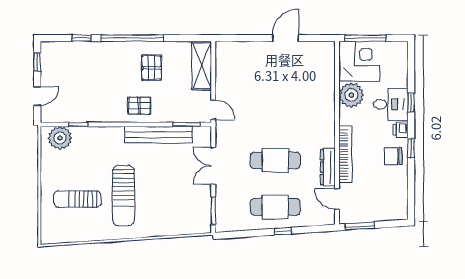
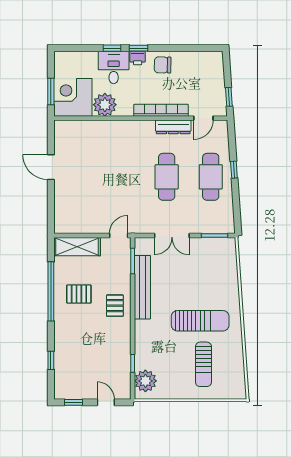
window: (132, 38) -> (51, 291), moved
window: (365, 38) -> (51, 91), width x0.69
window: (411, 148) -> (138, 48), moved
chair: (393, 156) -> (163, 65), turned 91
window: (360, 226) -> (229, 97), width x0.67

